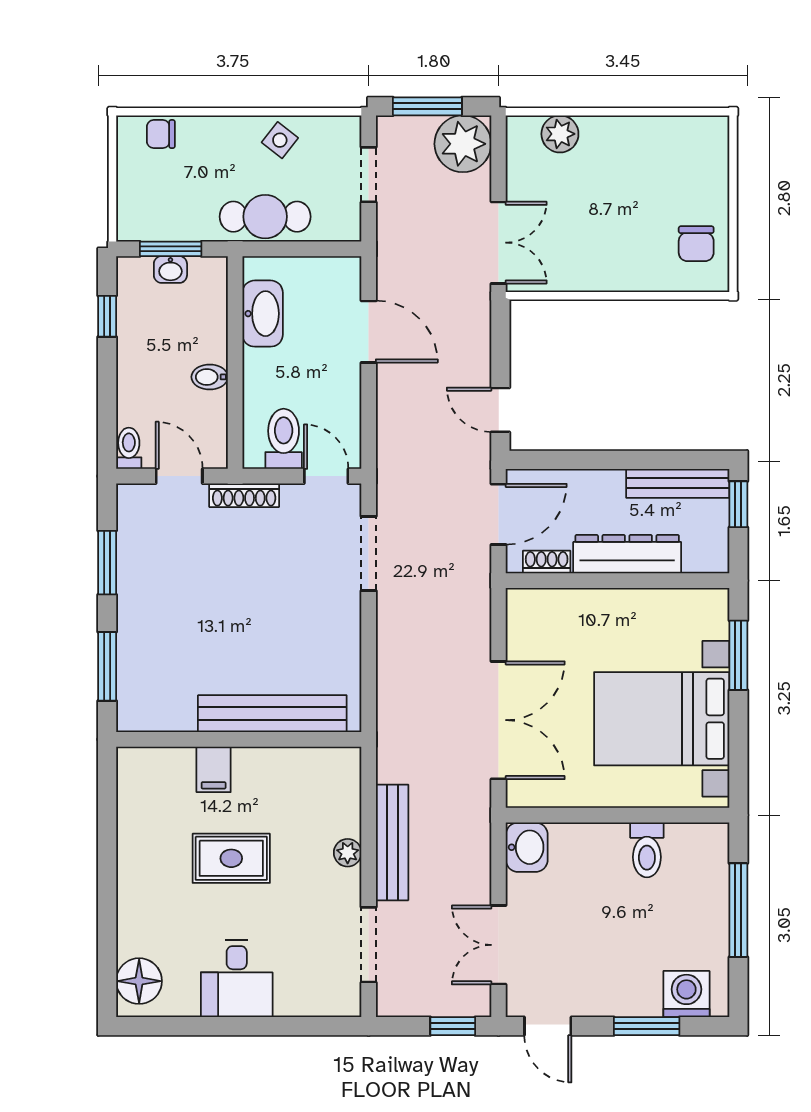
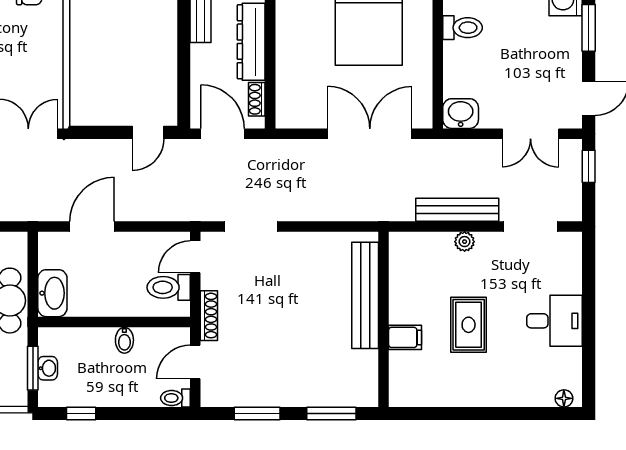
washbasin: (263, 314) -> (52, 293), moved, turned 90
floor lamp: (139, 981) -> (564, 398), width x0.53, depth x0.53

